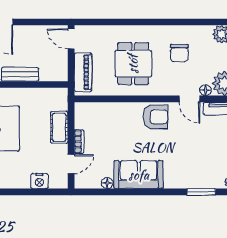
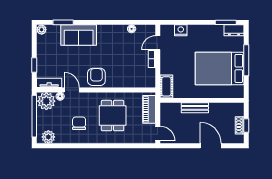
armchair: (156, 117) -> (96, 77), turned 90
cot: (59, 127) -> (166, 86), moved
sofa: (139, 175) -> (79, 35), moved

